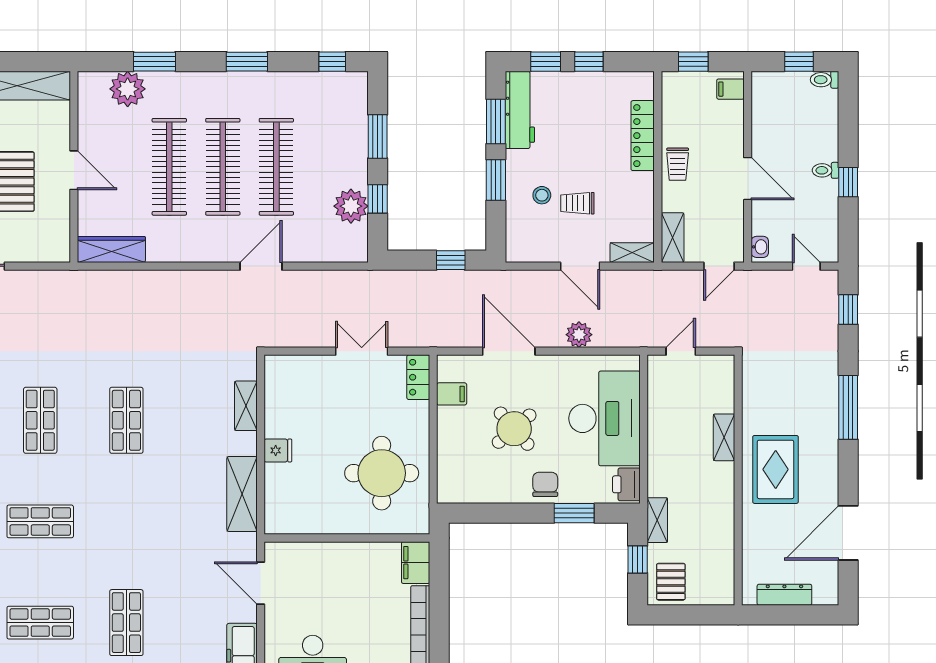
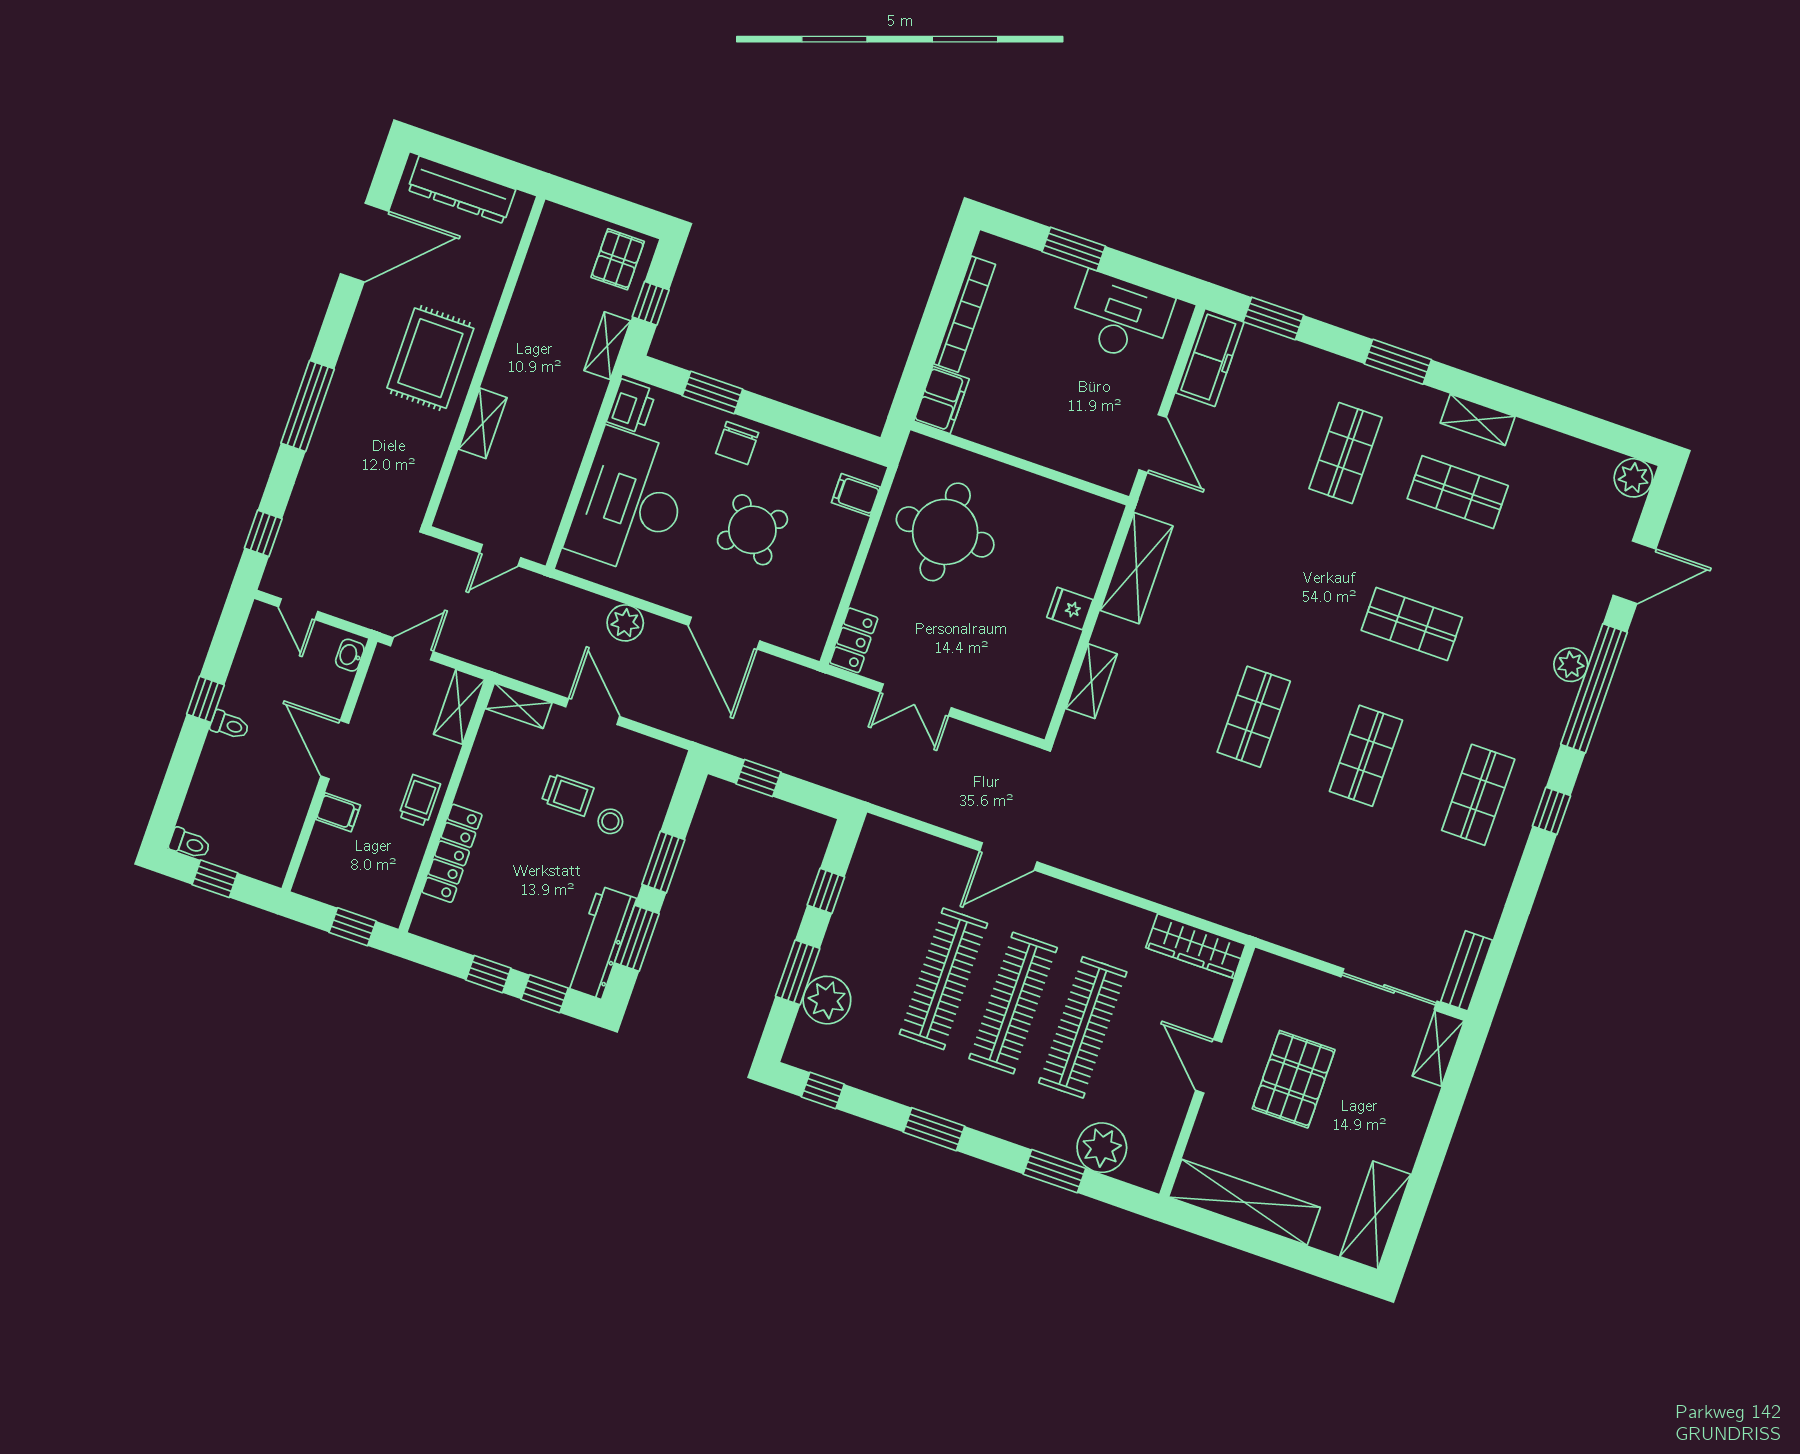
filing cabinet: (730, 89) -> (338, 812), moved
plant: (351, 206) -> (827, 1000), moved
filing cabinet: (452, 394) -> (856, 495), moved
dresser: (784, 595) -> (461, 190), width x1.37, depth x1.24

